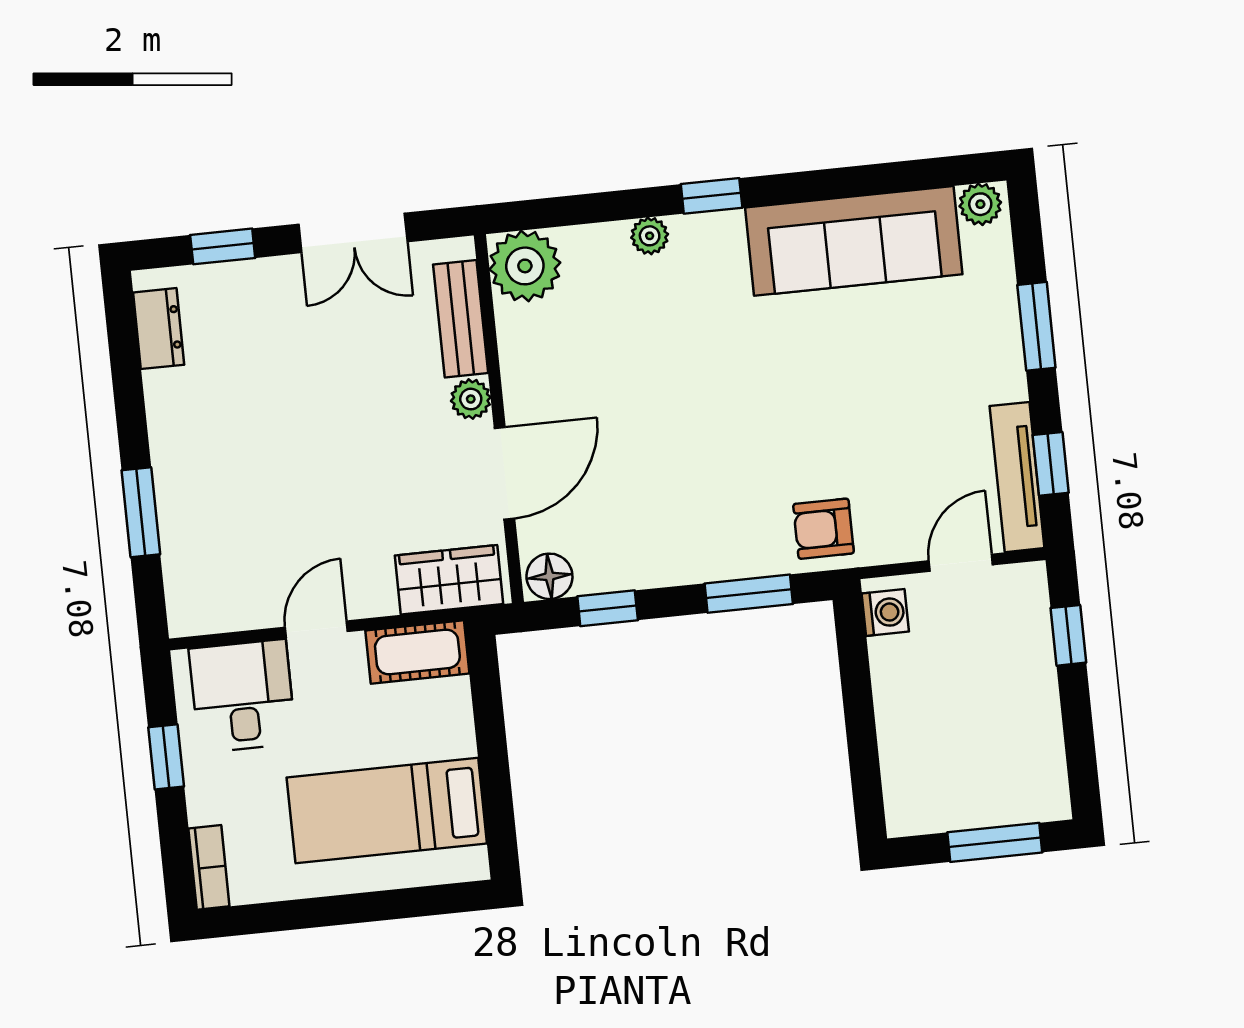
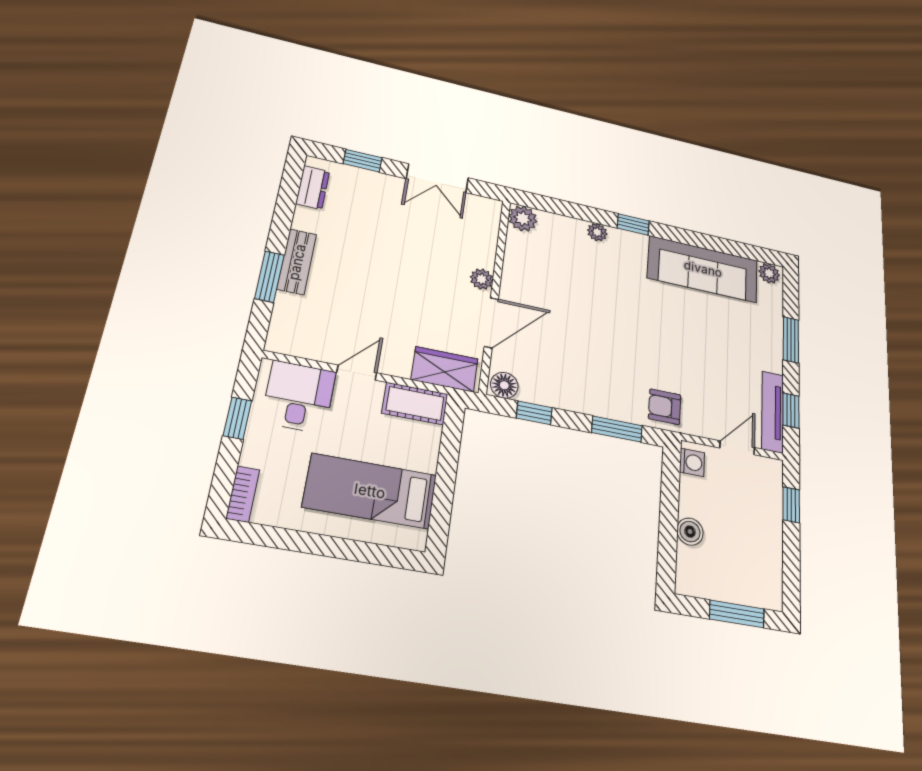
plant: (525, 266) -> (523, 219), width x0.73, depth x0.73
bench: (461, 319) -> (297, 262), moved
boiler: (899, 731) -> (690, 532), added

